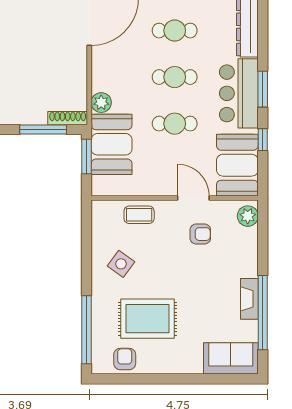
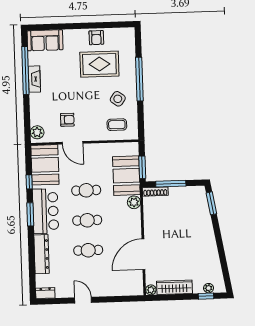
coffee table: (139, 215) -> (117, 125), moved
armchair: (200, 234) -> (67, 120), turned 180
window: (87, 330) -> (139, 79), moved
armchair: (125, 359) -> (96, 38), moved

